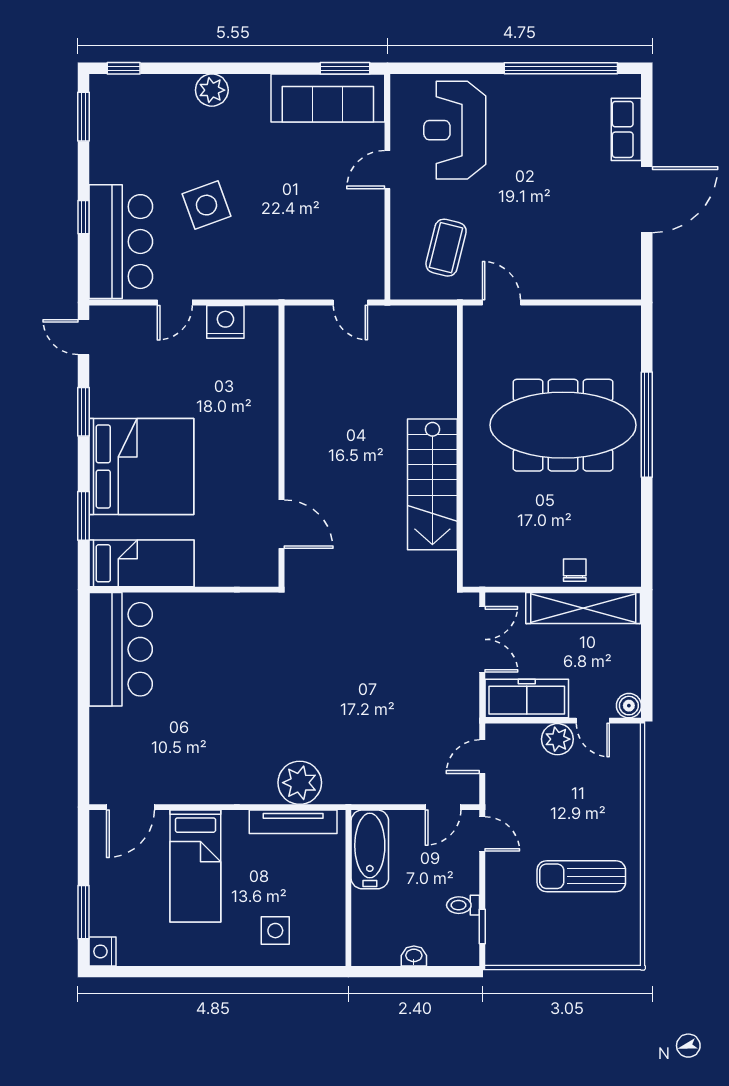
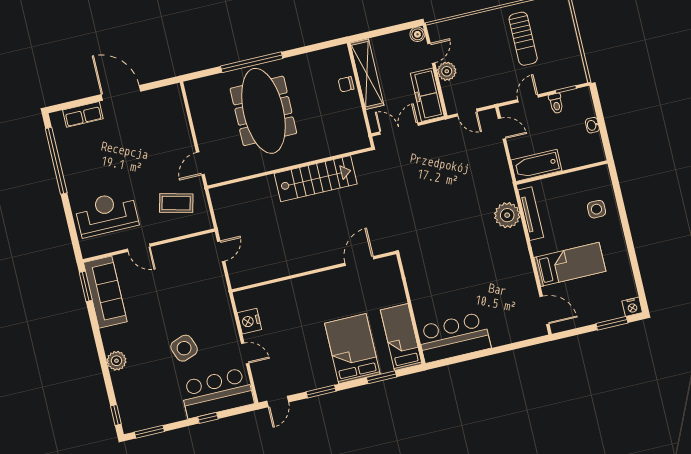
reception desk: (455, 130) -> (107, 214), turned 180
bed: (141, 466) -> (352, 349), width x0.73
door: (482, 834) -> (528, 98), moved

